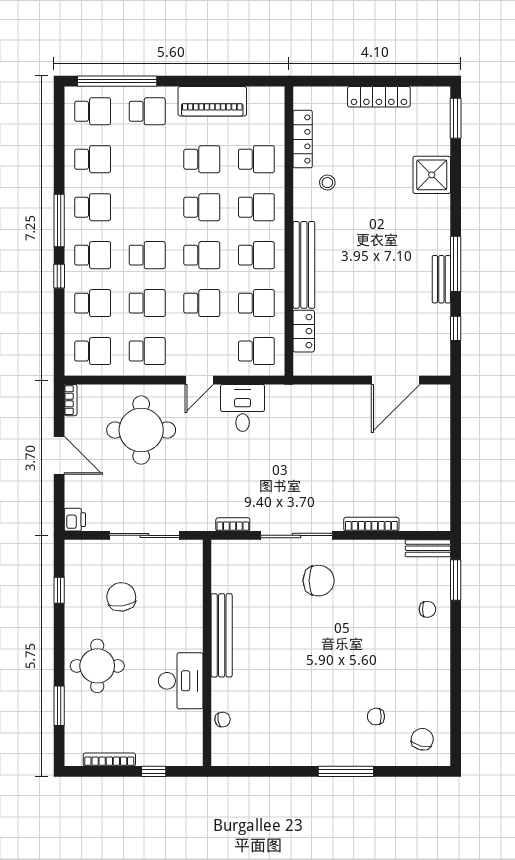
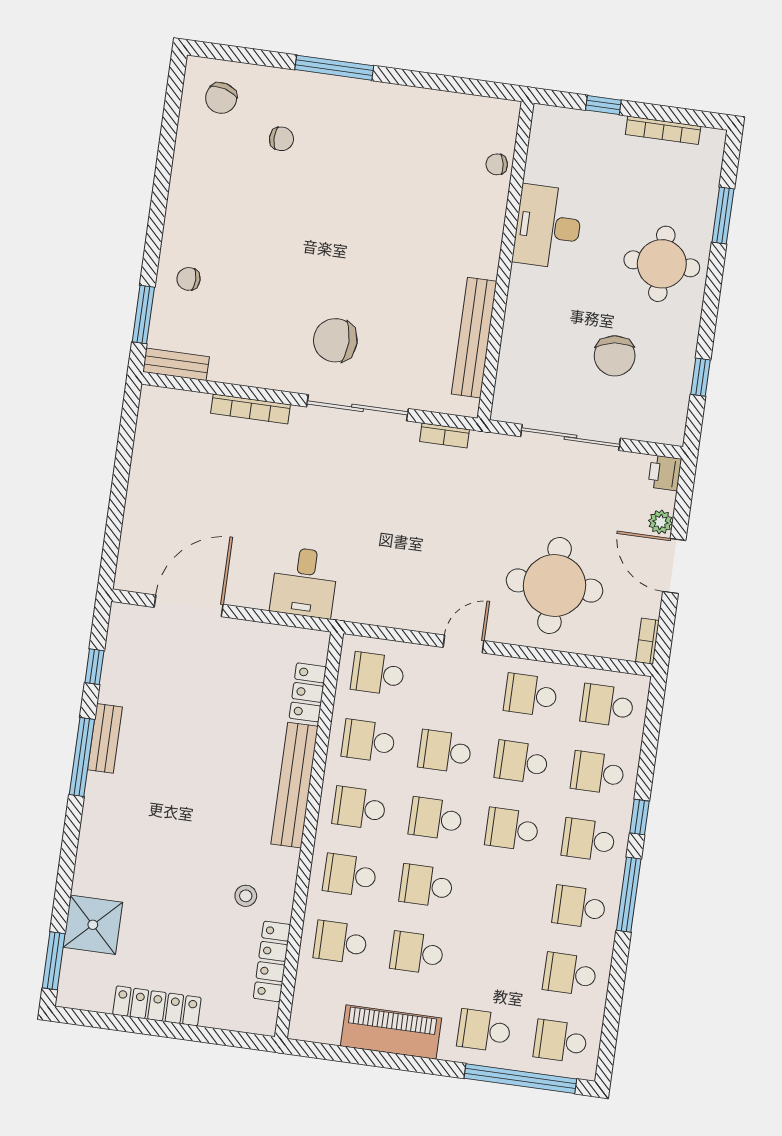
shower: (432, 175) -> (93, 925), moved
desk: (243, 408) -> (304, 582), moved
plant: (73, 485) -> (660, 522), added
bench: (222, 635) -> (474, 338), moved

